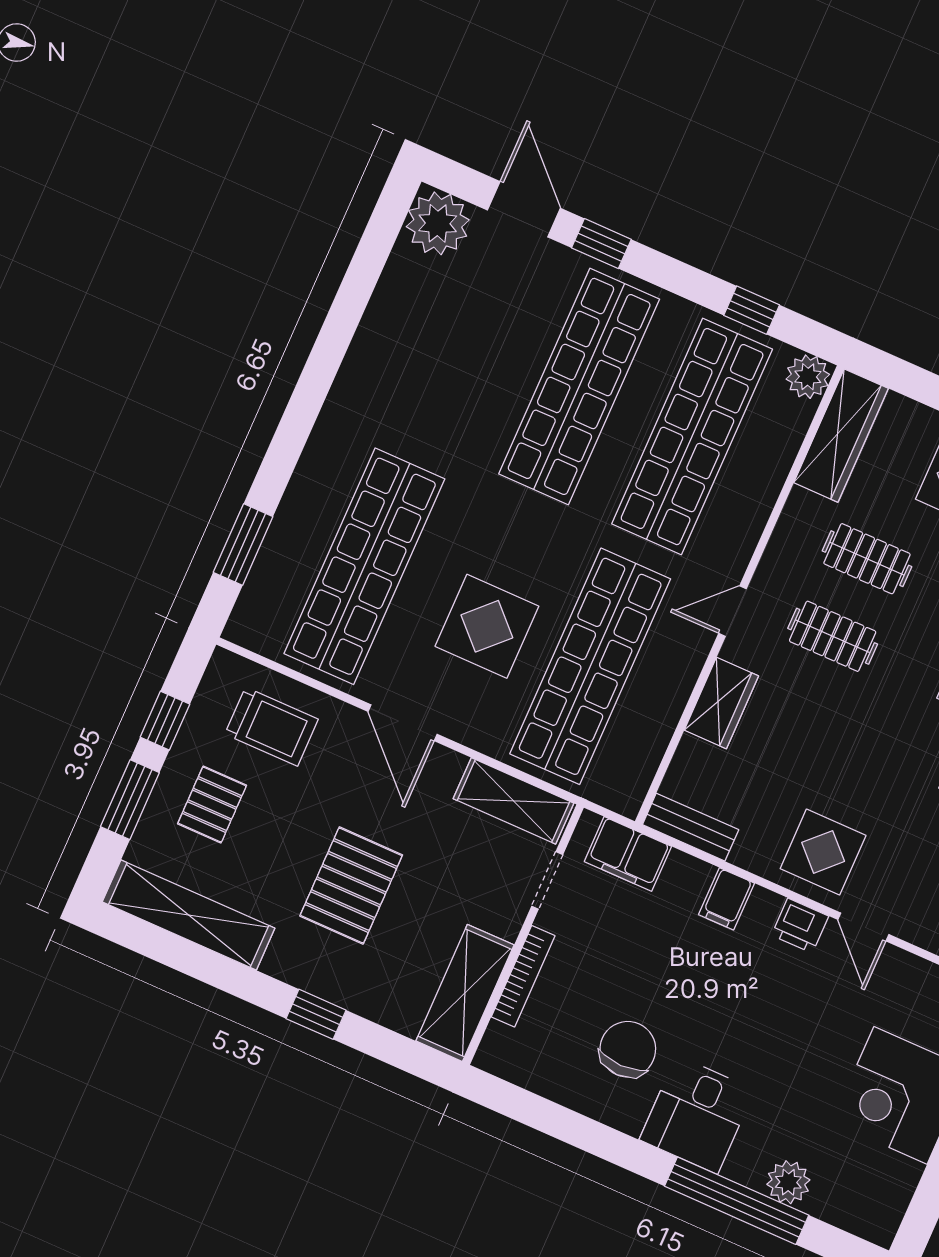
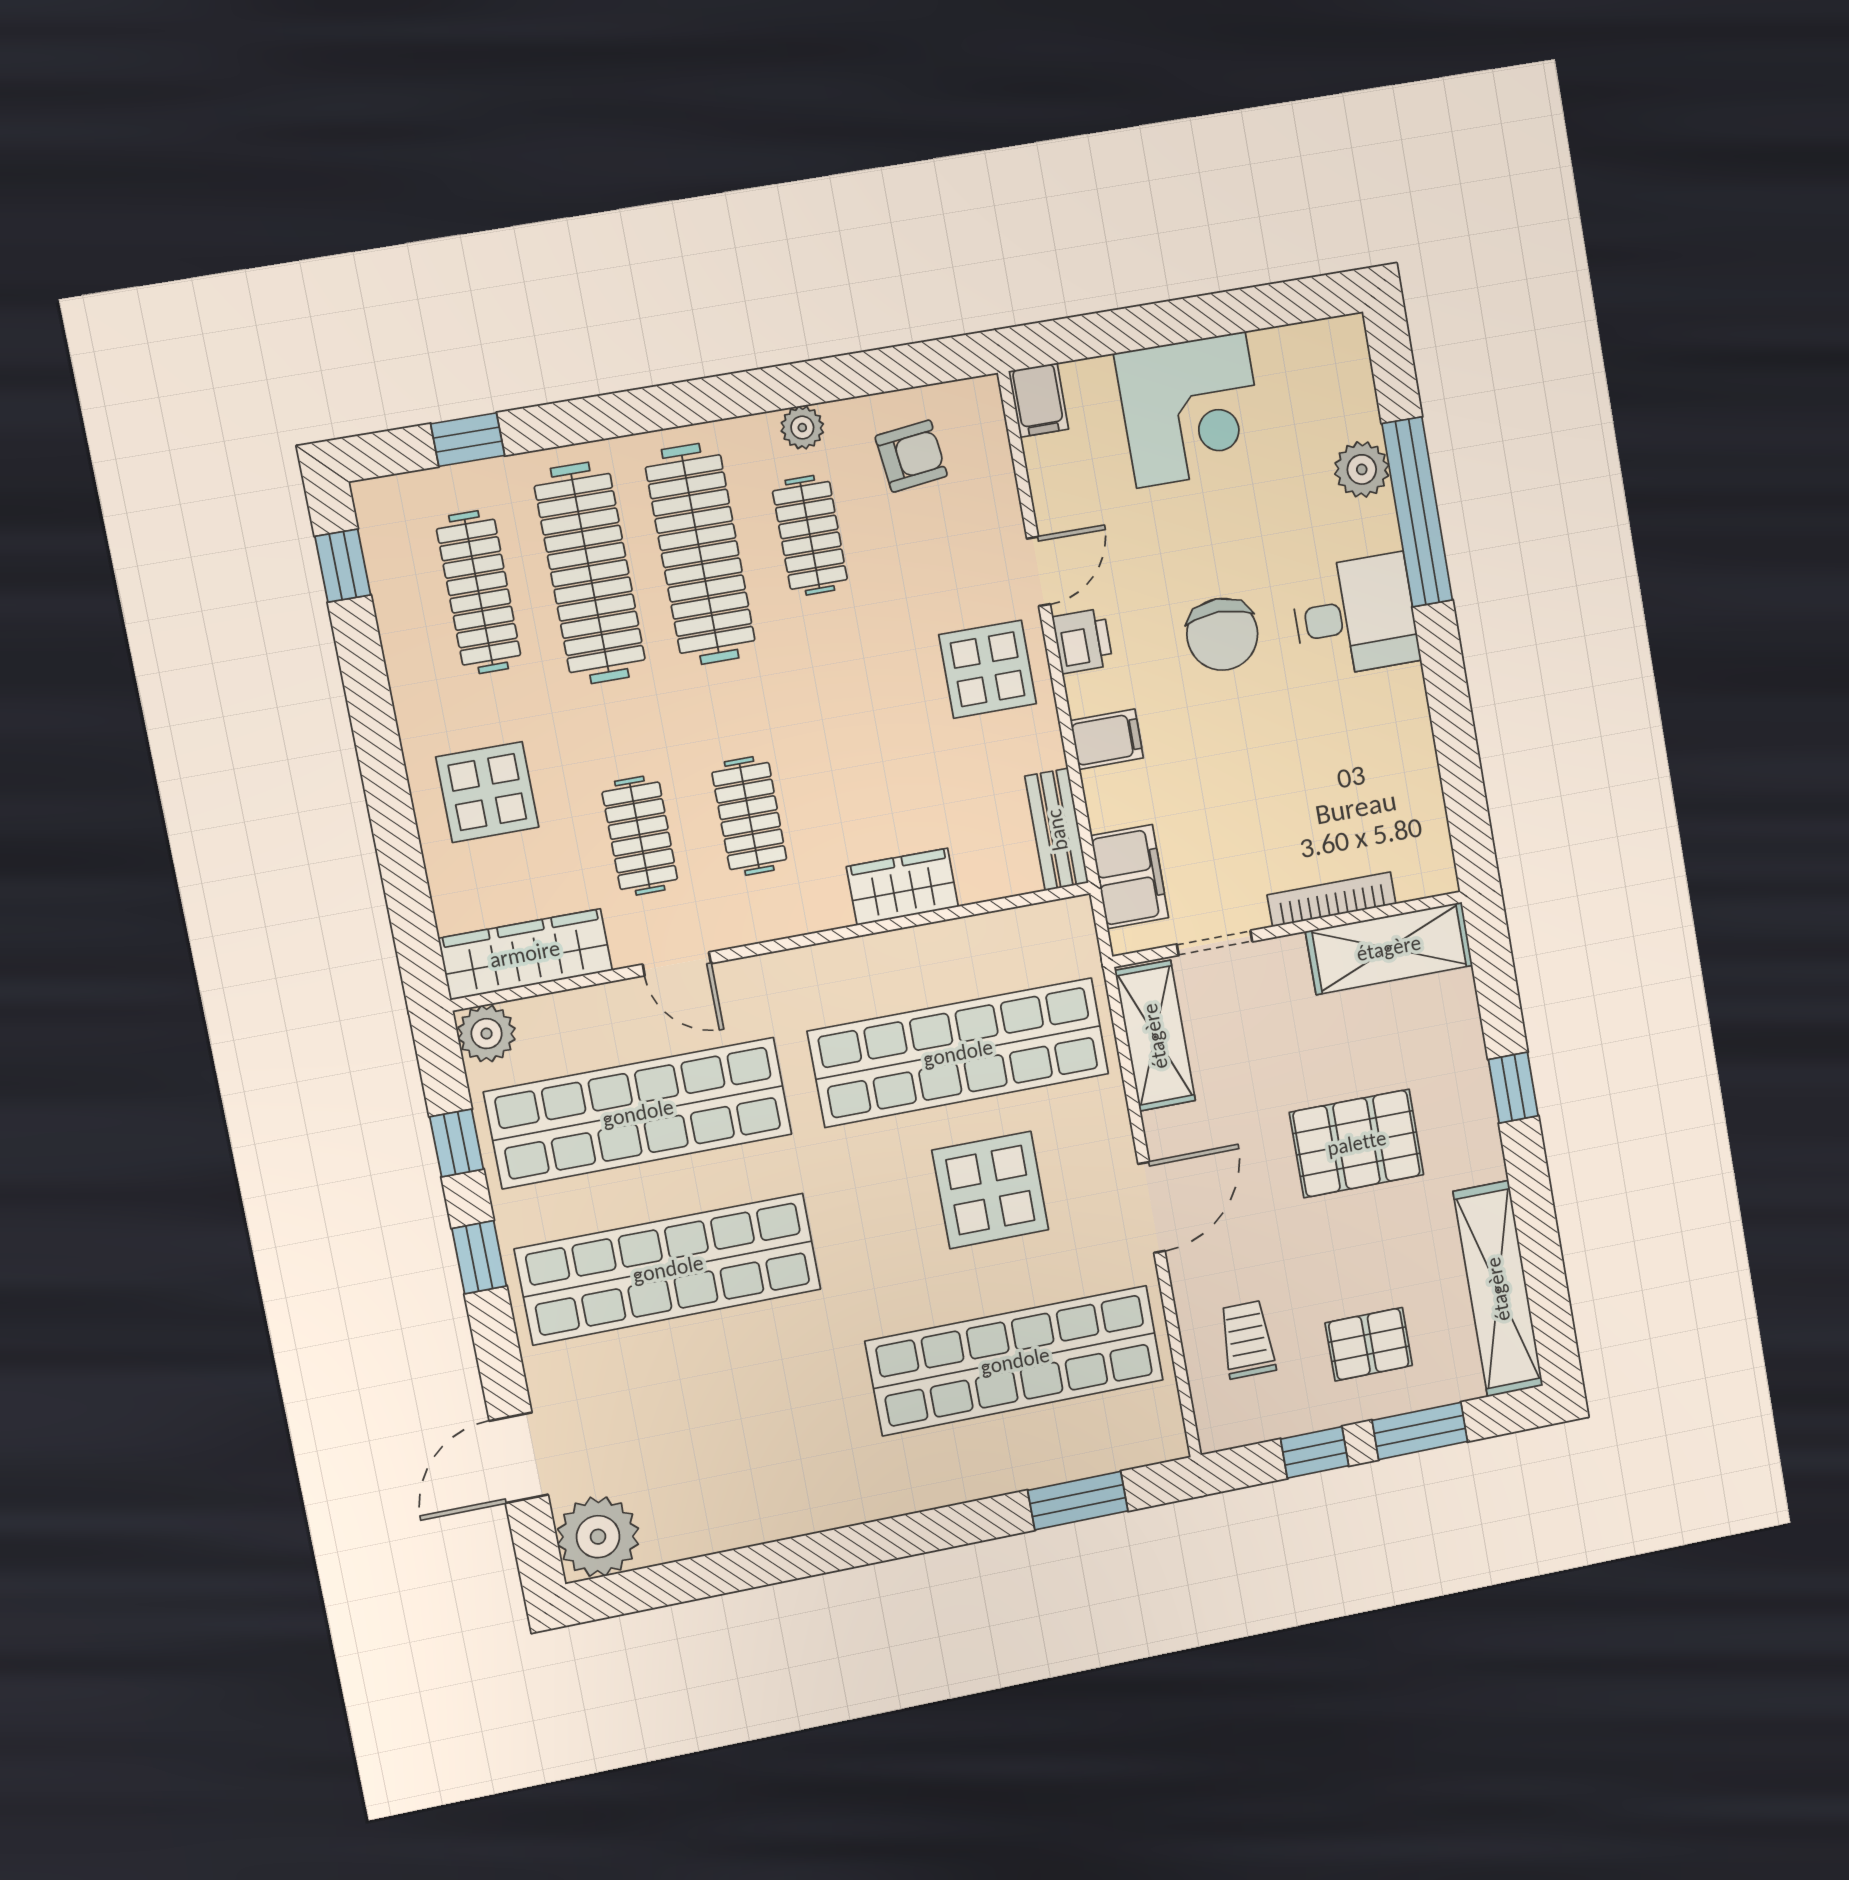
window: (601, 244) -> (479, 1257), moved
door: (732, 611) -> (677, 964), moved
trolley: (271, 727) -> (1247, 1340), width x0.73, depth x0.72
chair: (628, 1049) -> (1222, 634), moved, turned -90

